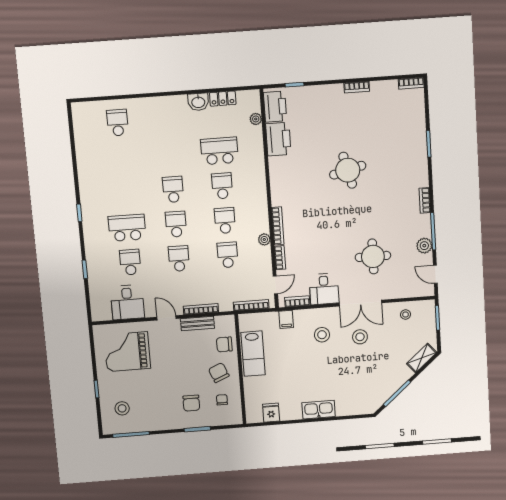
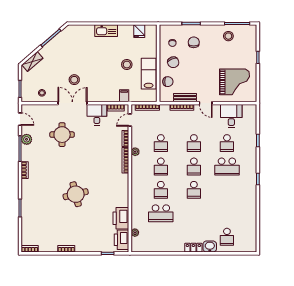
locker: (223, 99) -> (193, 248), moved
washbasin: (198, 102) -> (210, 247), moved
stool: (322, 335) -> (127, 65), moved
stool: (122, 408) -> (228, 36), moved

